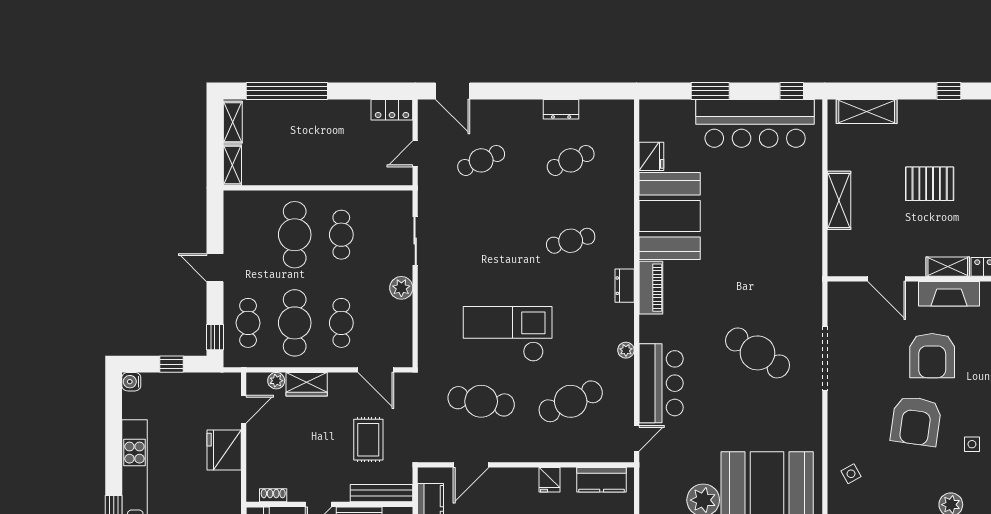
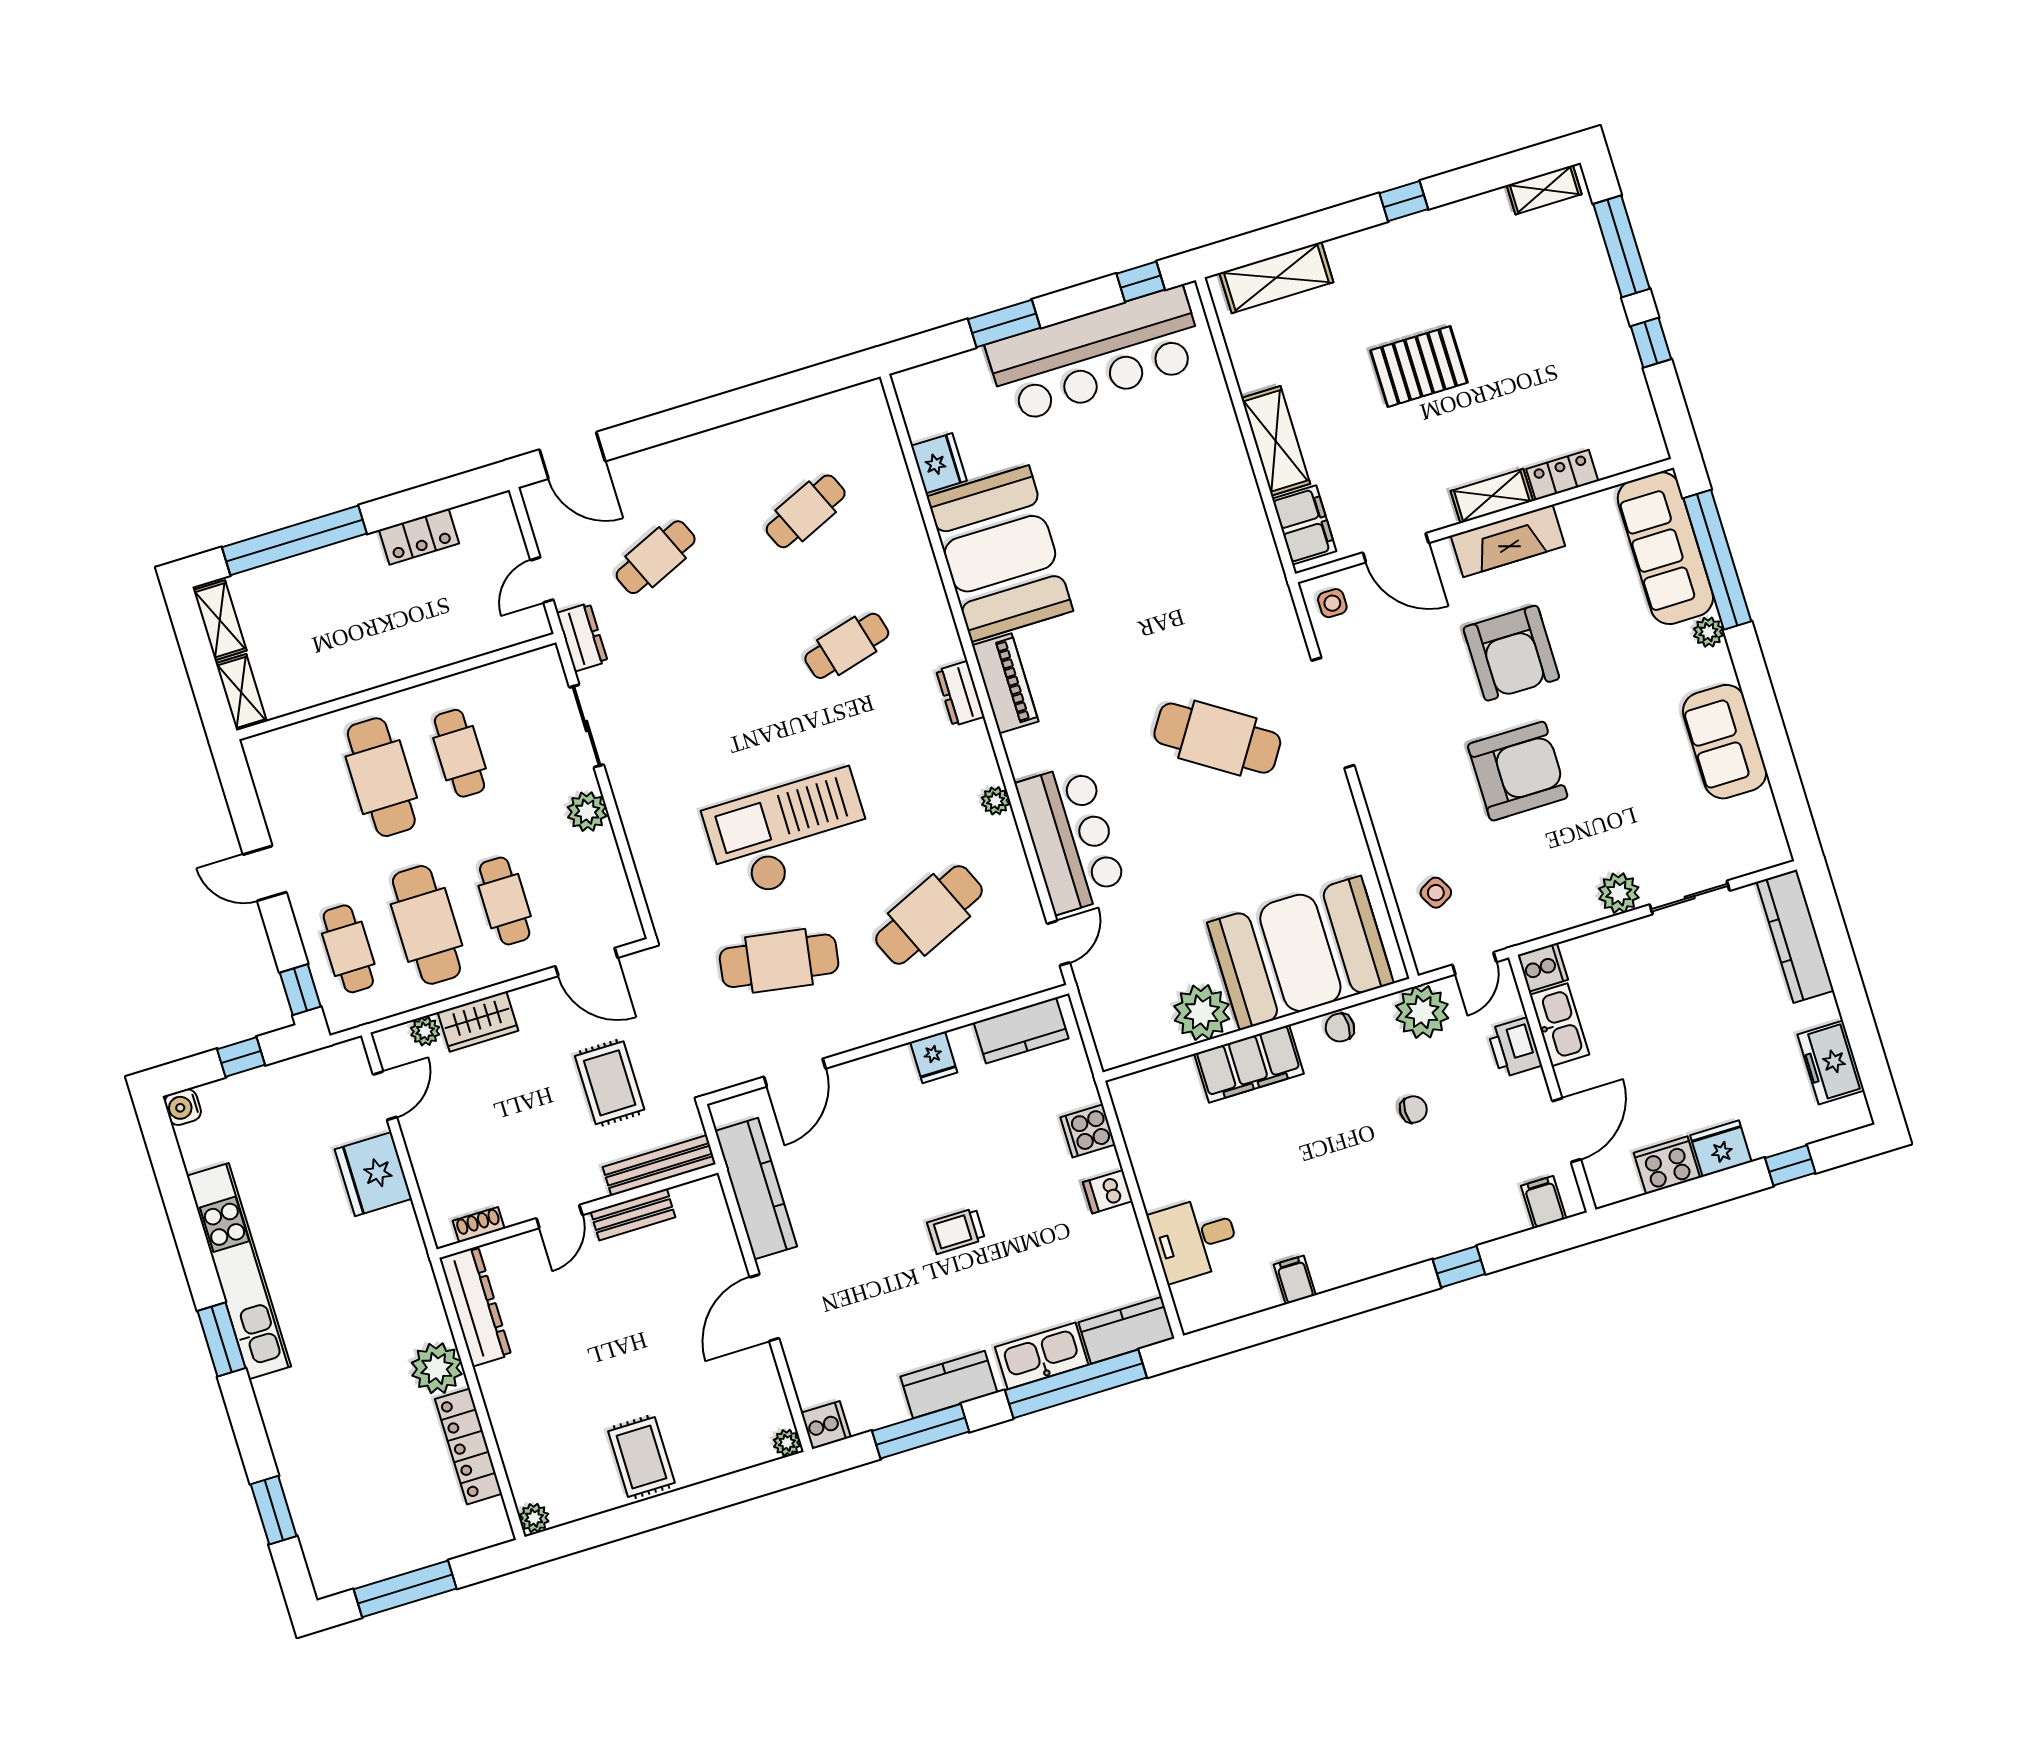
dresser: (561, 109) -> (582, 637), moved, turned -90
locker: (392, 110) -> (419, 537), moved
filing cabinet: (840, 251) -> (1304, 525), added
armchair: (916, 421) -> (1518, 771), turned -98
side table: (972, 444) -> (1332, 603), moved

